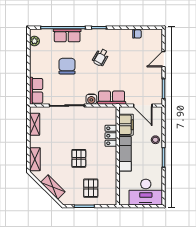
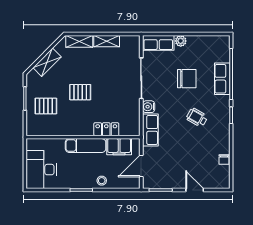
plant: (34, 41) -> (181, 41), moved
shelving: (35, 124) -> (107, 41), moved

